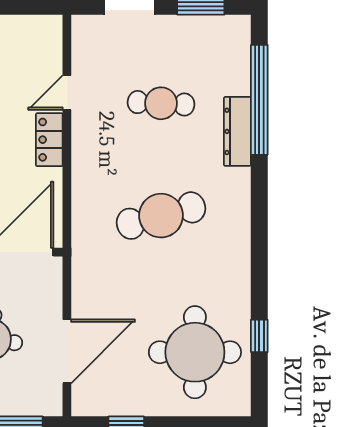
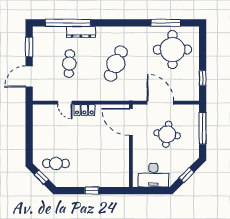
cafe table: (161, 216) -> (116, 64), turned 39
window: (259, 336) -> (166, 23), width x2.17
door: (67, 351) -> (160, 103), moved

